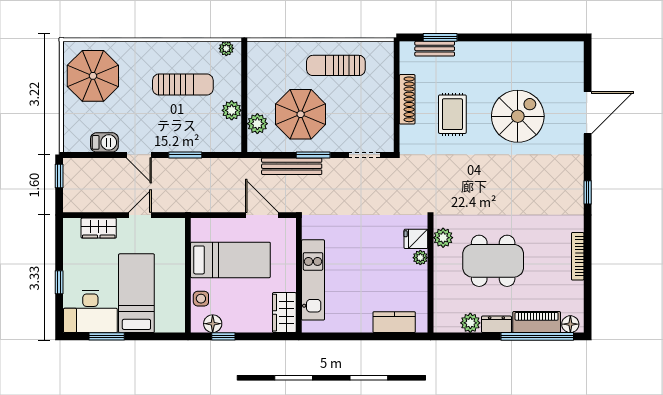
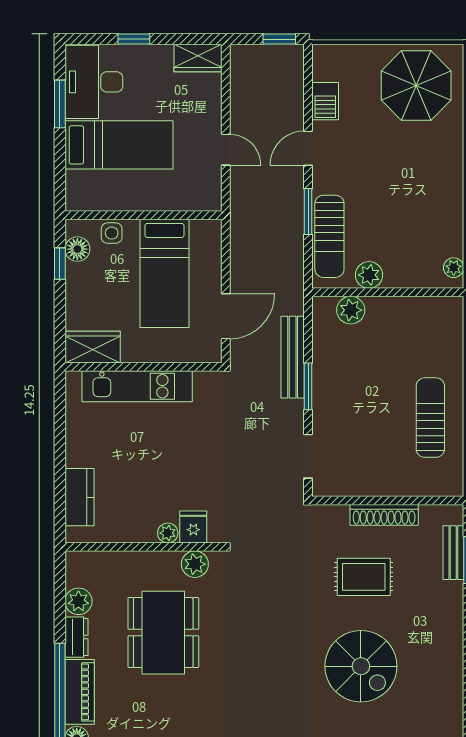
sun lounger: (183, 85) -> (329, 236), moved
parasol: (301, 114) -> (364, 369), removed
wardrobe: (99, 228) -> (198, 58), moved, turned -90

